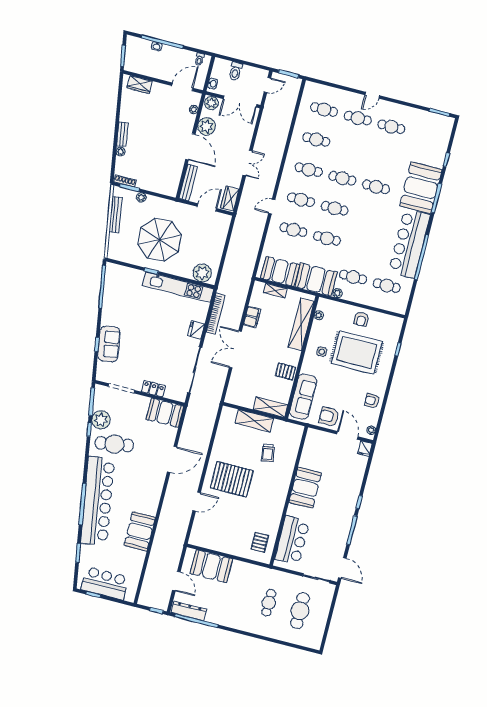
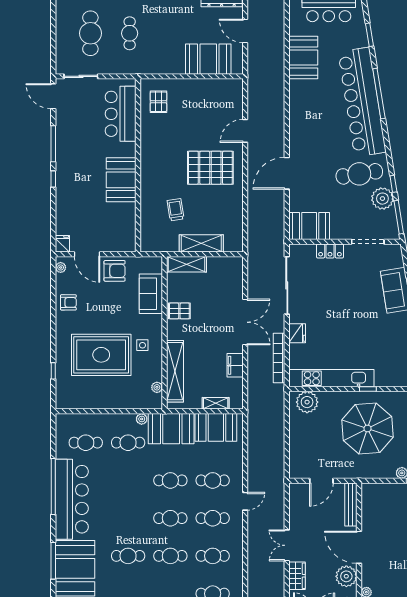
wardrobe: (230, 198) -> (297, 576), moved
armchair: (361, 319) -> (106, 395), removed
sofa: (303, 397) -> (151, 294), width x0.73
booth: (140, 531) -> (303, 58), moved

